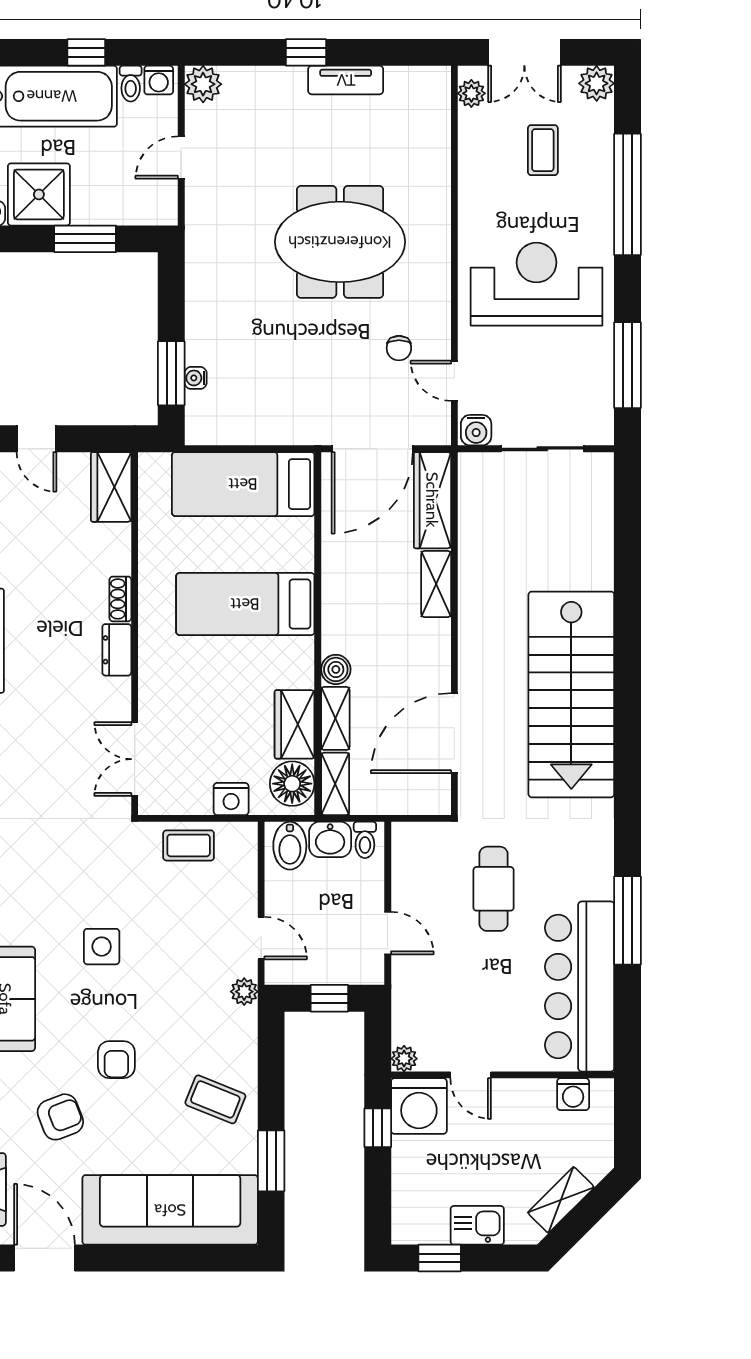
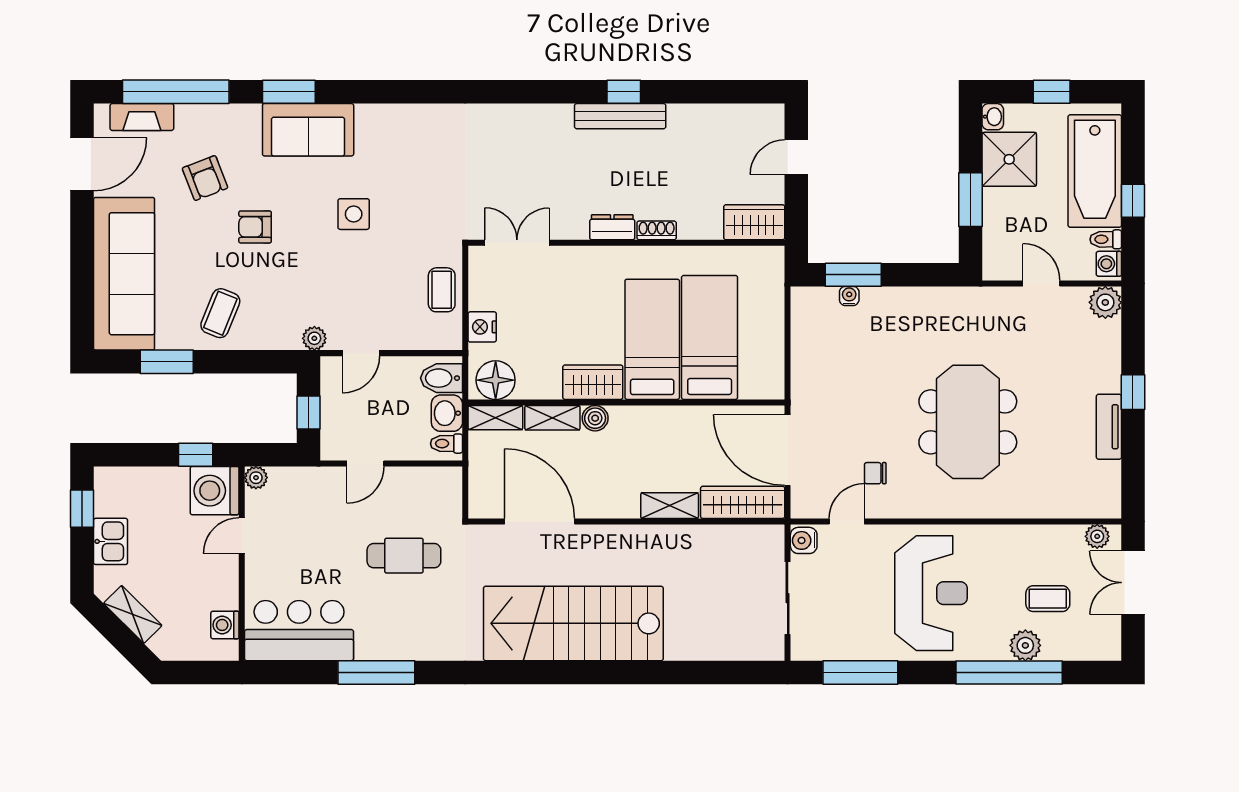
plant: (597, 83) -> (1025, 645), moved
bed: (243, 484) -> (710, 337), moved
wardrobe: (295, 724) -> (593, 382), moved
bar counter: (580, 986) -> (299, 631), width x0.73

